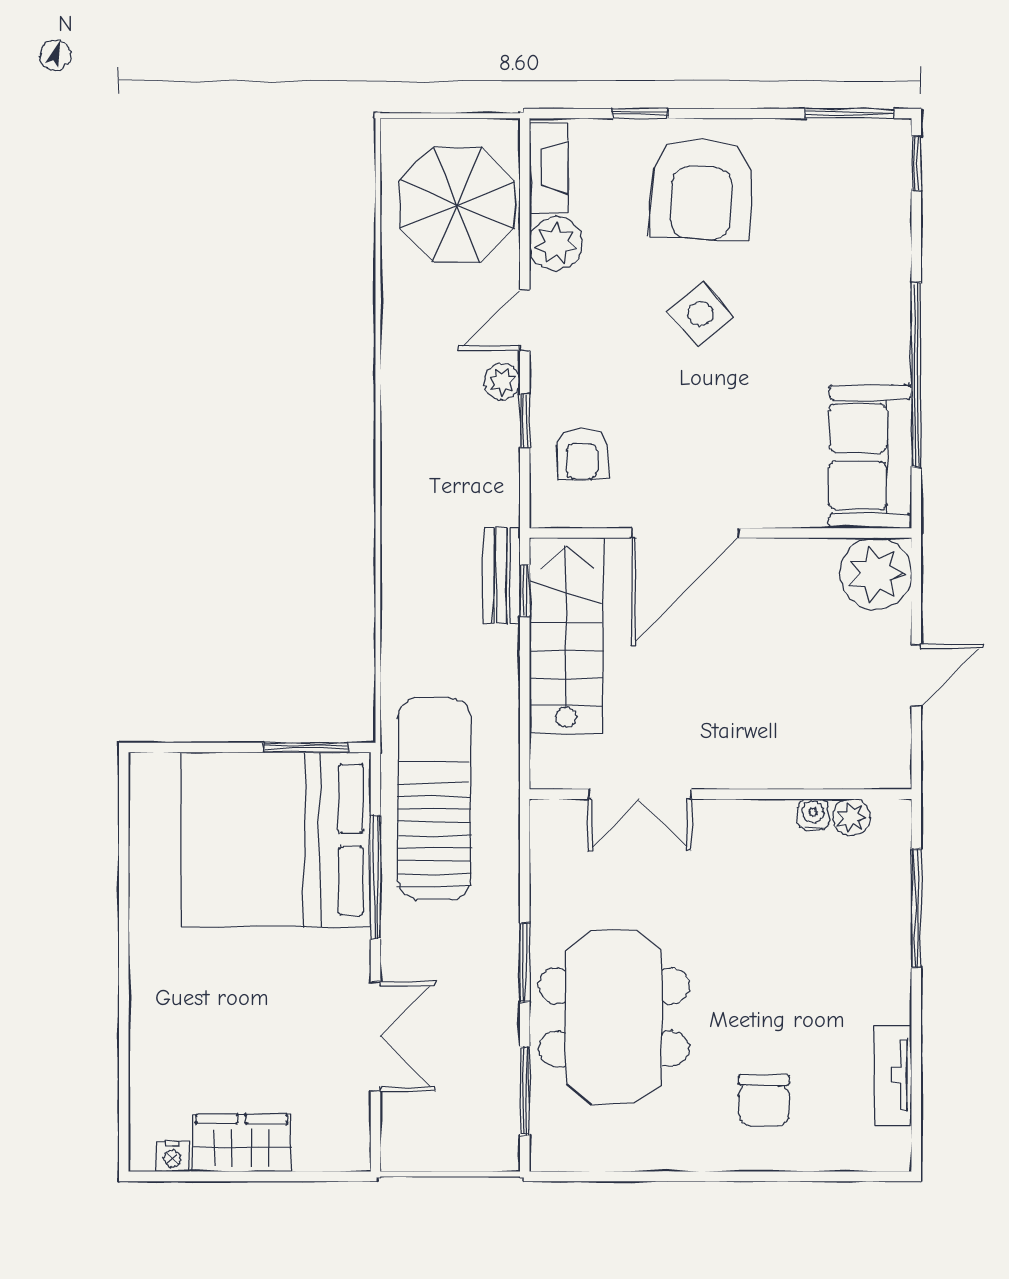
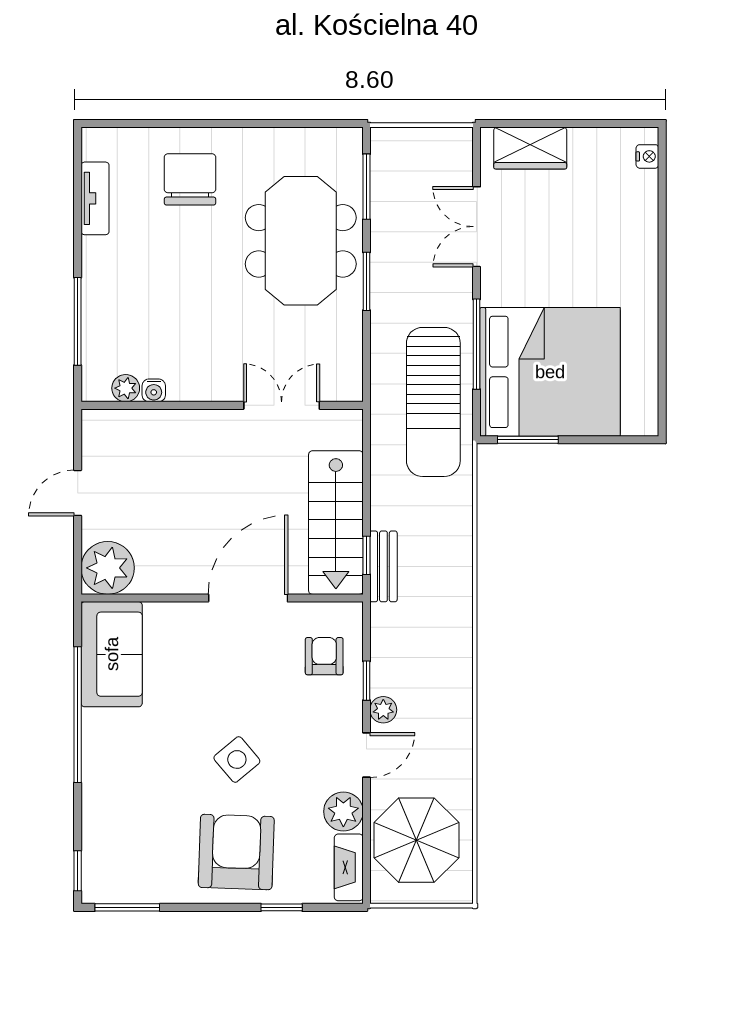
chair: (764, 1101) -> (190, 179), width x1.37, depth x1.37
wardrobe: (242, 1143) -> (530, 148), moved
nightstand: (172, 1156) -> (647, 156), moved, turned 90

